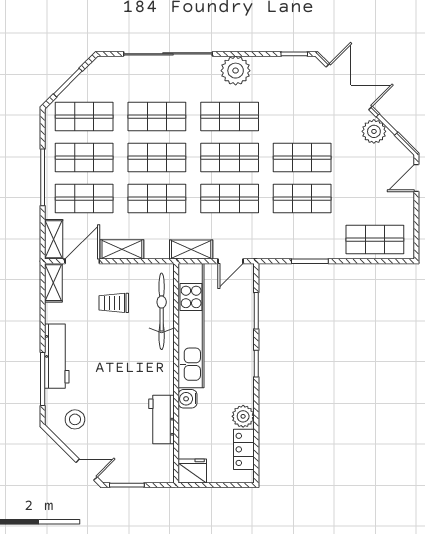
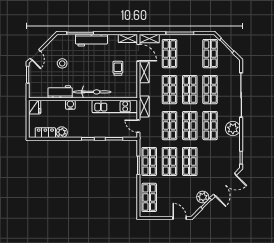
shop shelf: (84, 158) -> (149, 161), moved
bicycle: (162, 311) -> (92, 92), moved
kitchen unit: (191, 326) -> (115, 106), width x0.73
stool: (75, 419) -> (62, 63), moved

